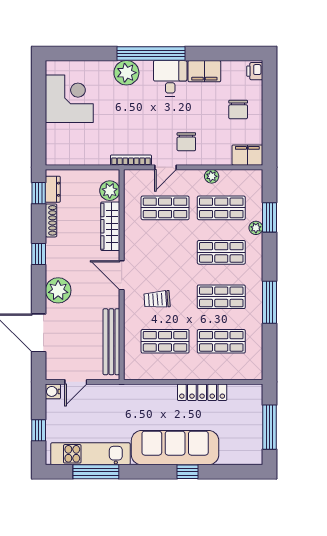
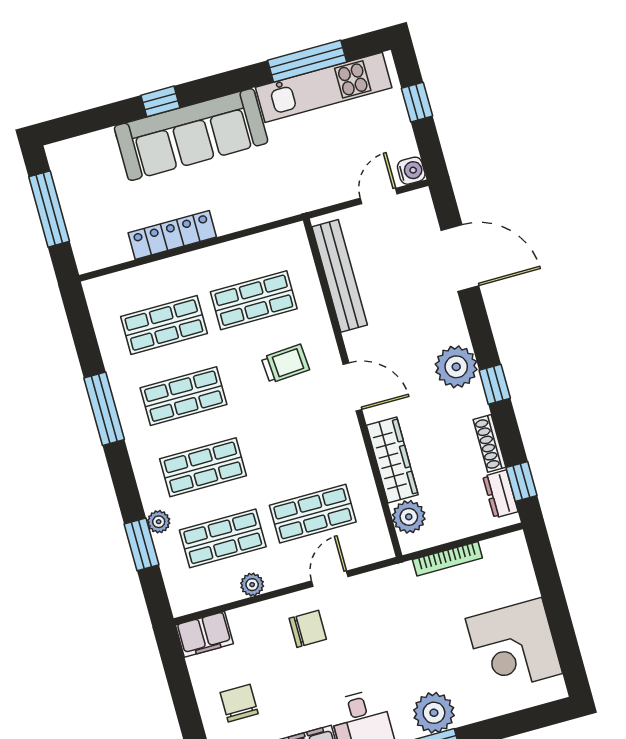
chair: (186, 142) -> (308, 629), turned 90
bookcase: (131, 160) -> (447, 559), moved
plant: (58, 290) -> (456, 367), moved

